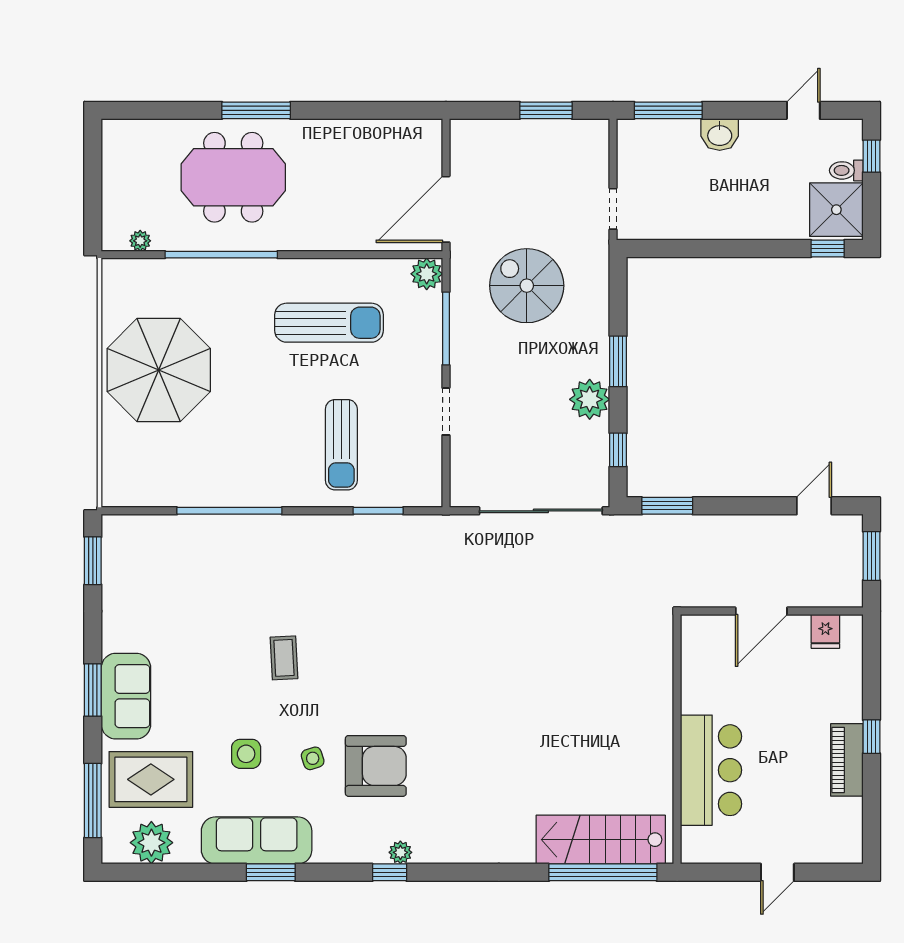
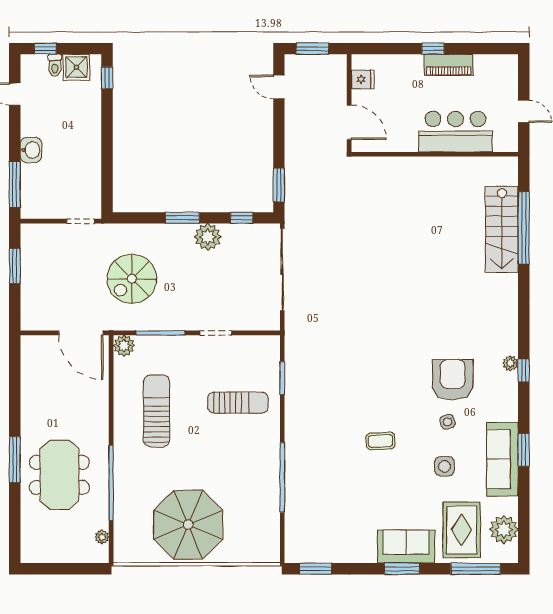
shower: (836, 210) -> (76, 67), width x0.73, depth x0.73
wall: (677, 739) -> (435, 154), moved
bar counter: (711, 770) -> (455, 132), moved

